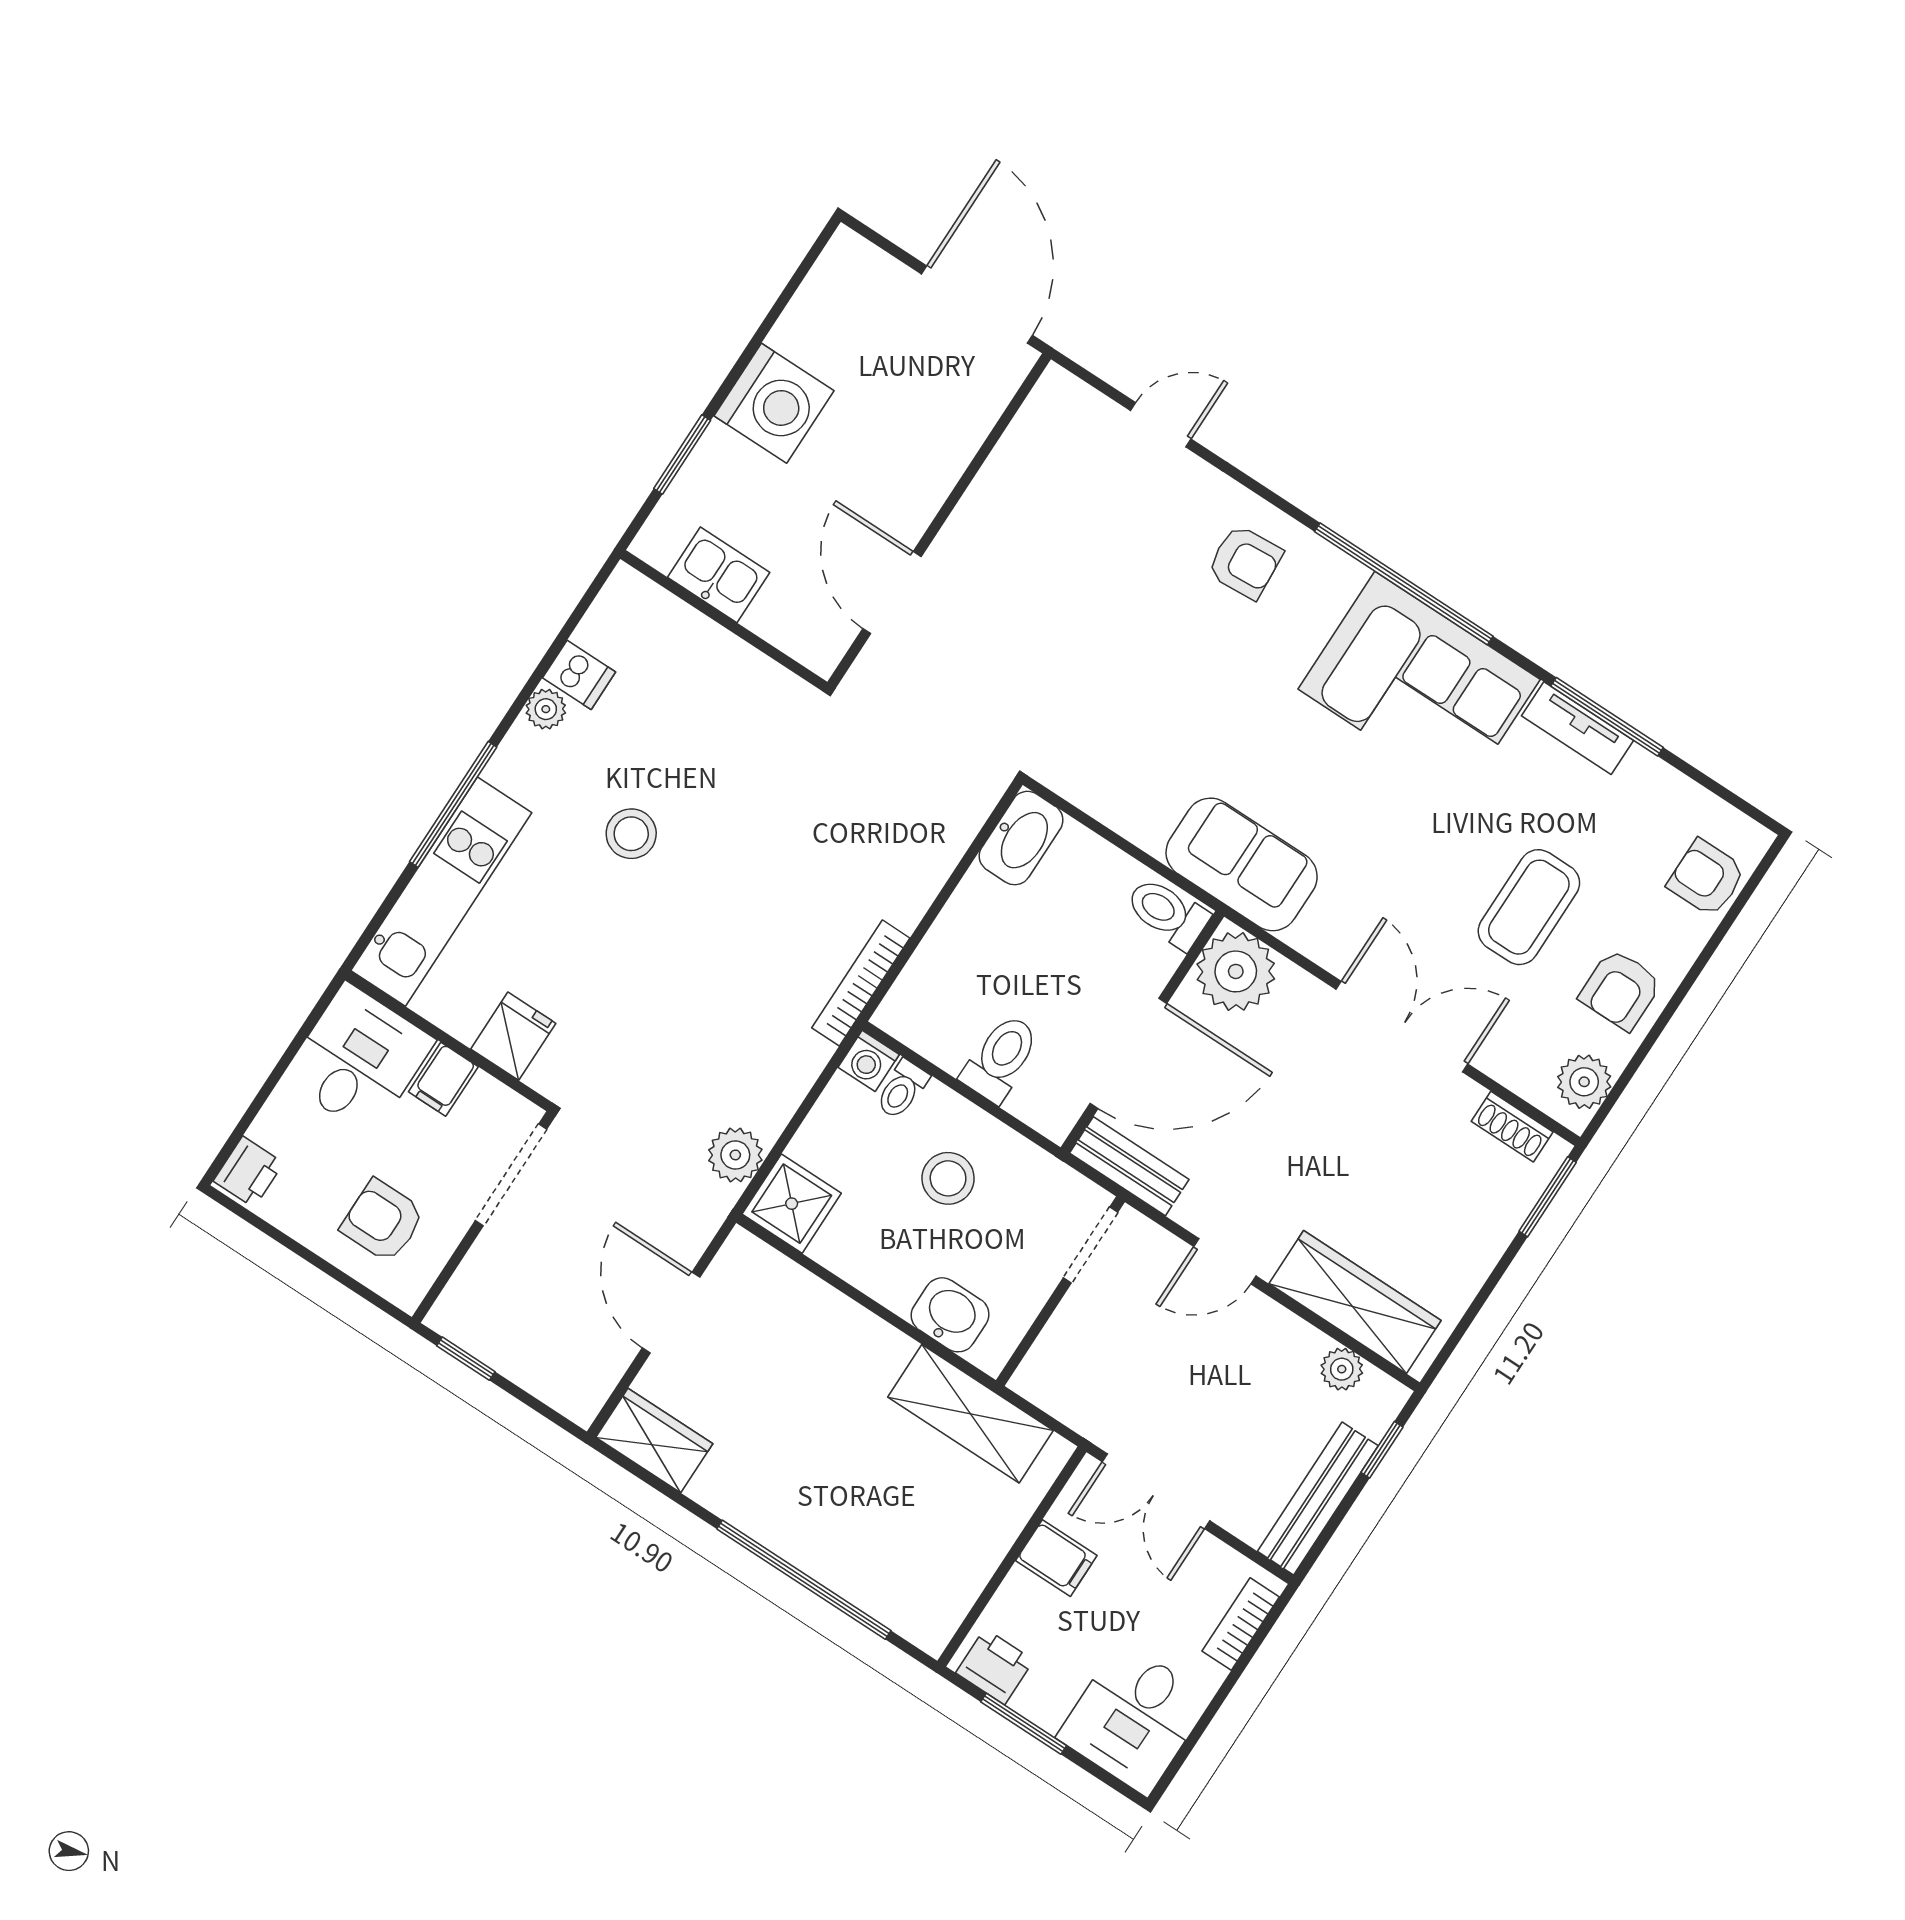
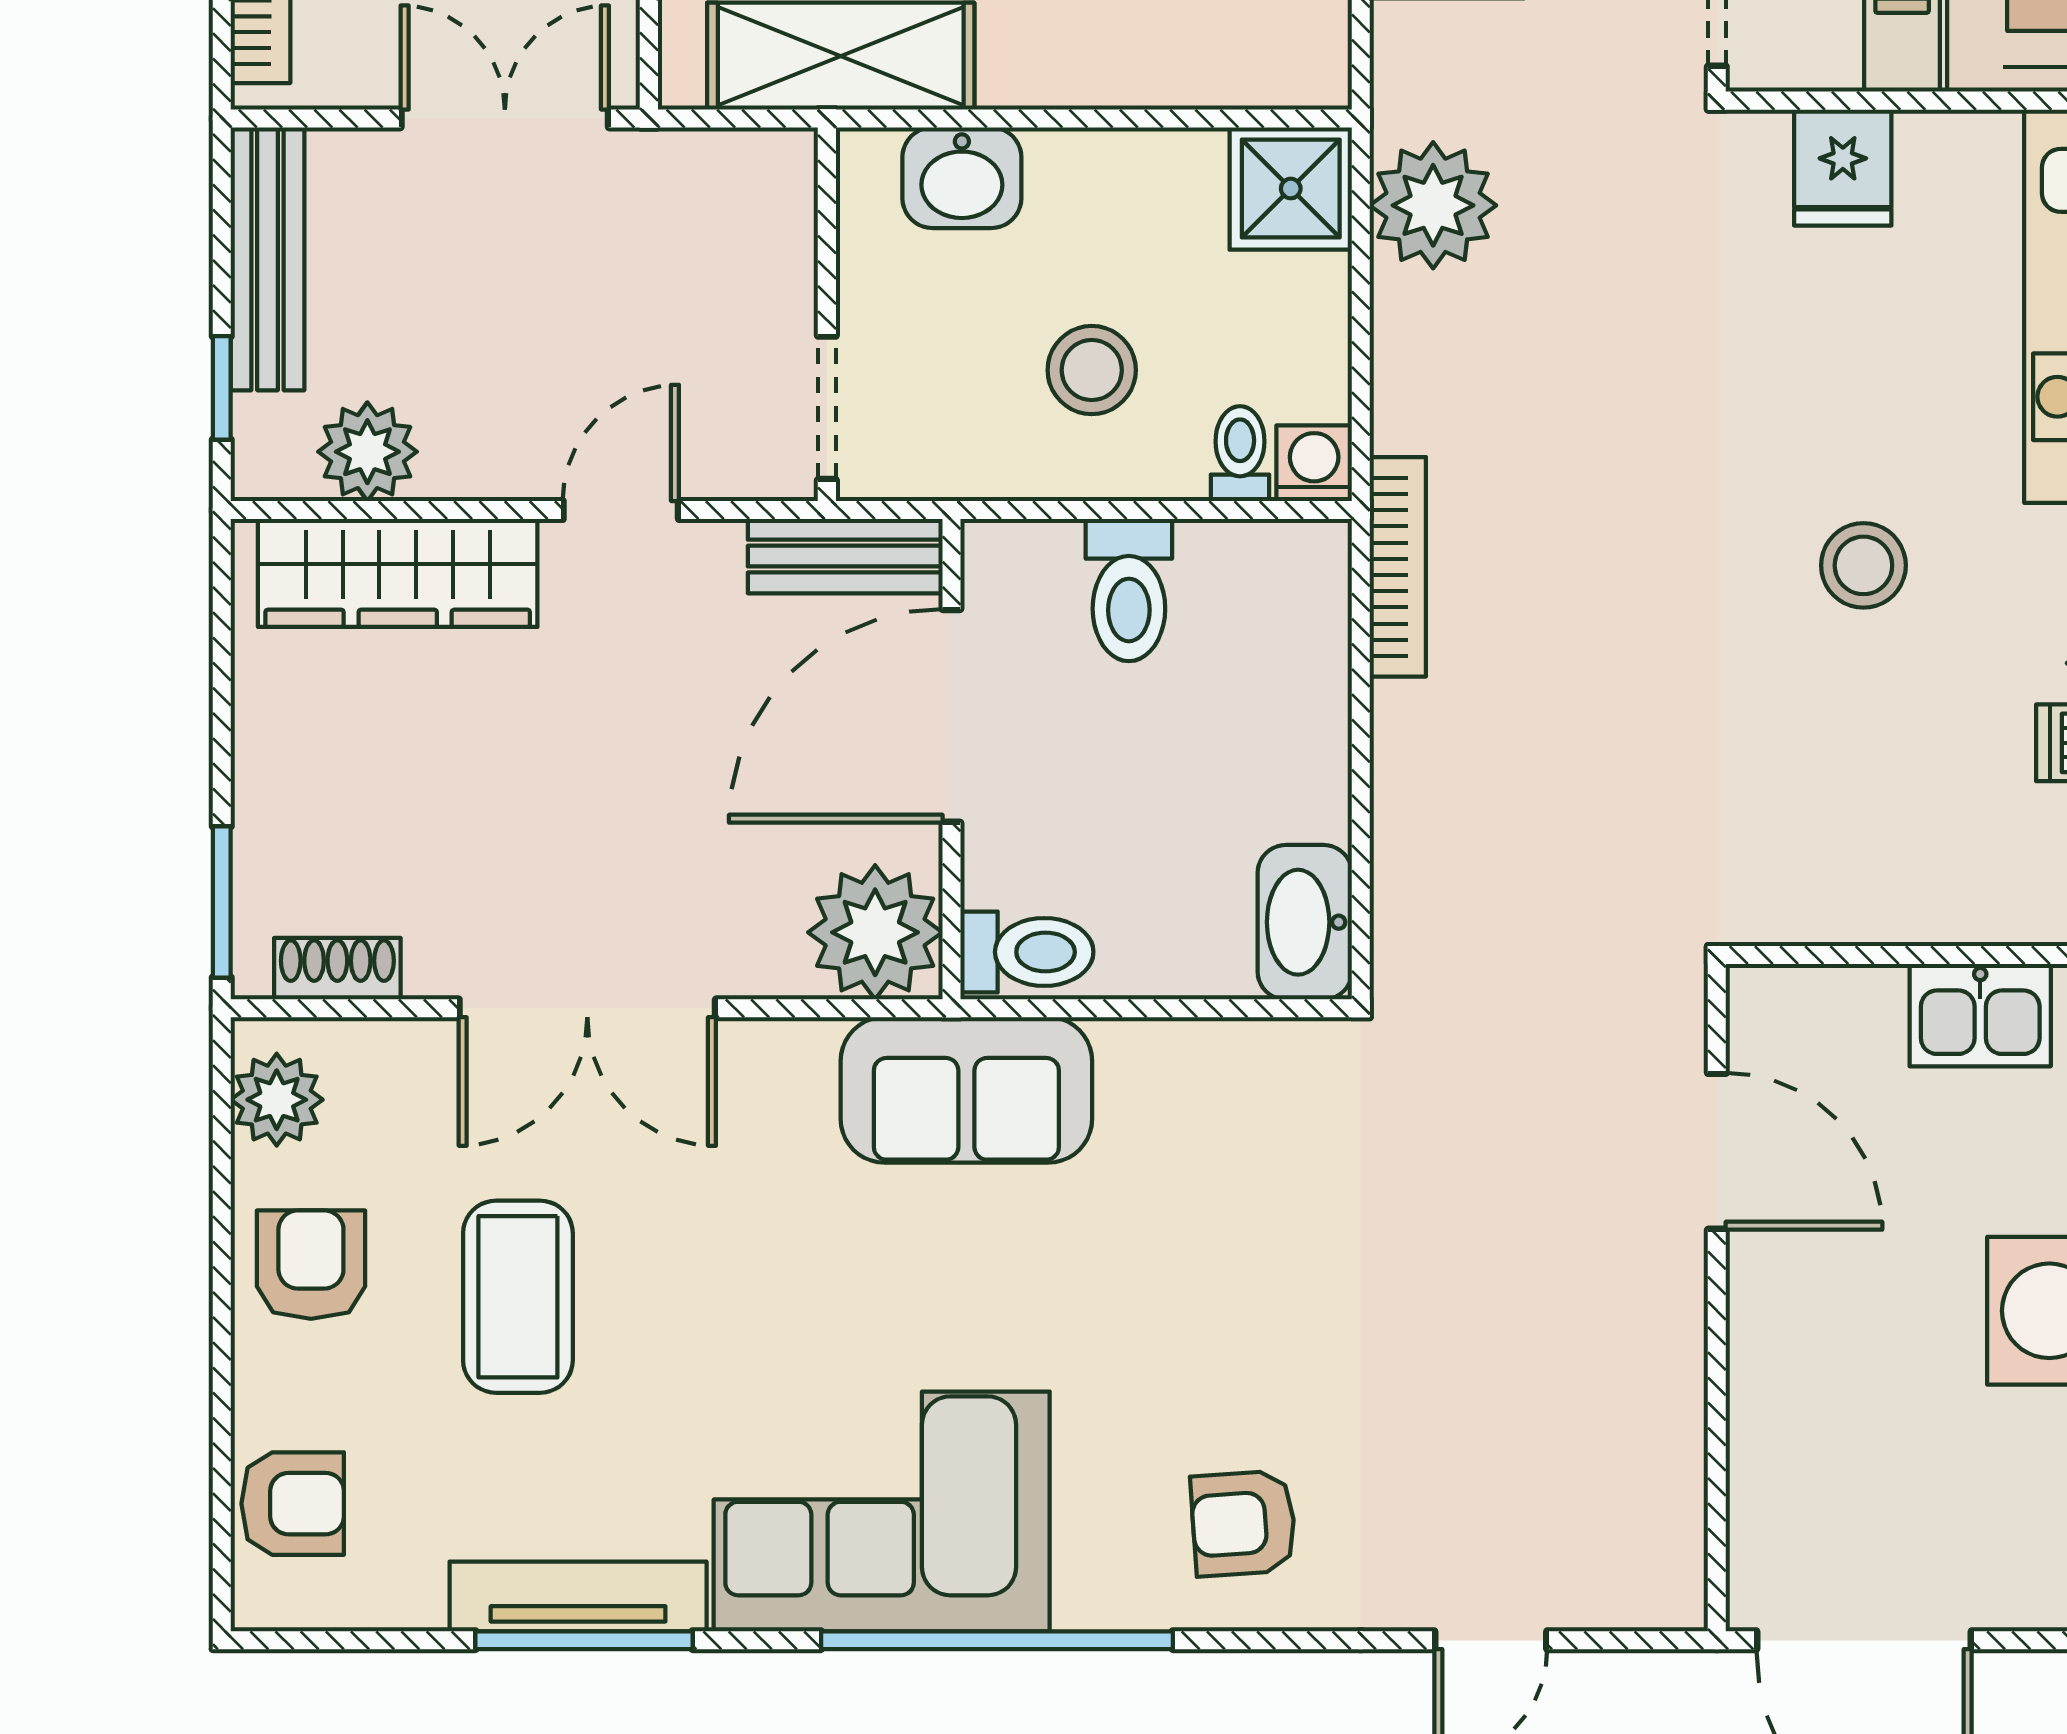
tv unit: (1577, 728) -> (578, 1596), width x1.41
plant: (735, 1155) -> (1433, 205), width x1.36, depth x1.36
plant: (1342, 1369) -> (367, 452), width x1.38, depth x1.38

